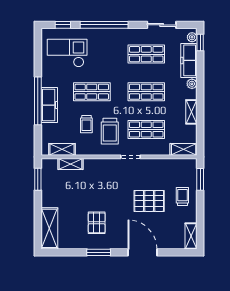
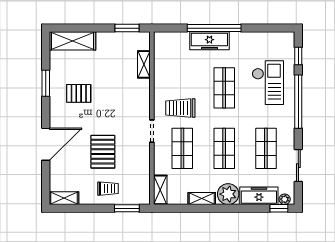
checkout: (67, 53) -> (268, 83), moved
plant: (192, 84) -> (228, 194), width x1.88, depth x1.88
trolley: (86, 124) -> (188, 82), removed
shelving: (62, 149) -> (160, 55), removed
window: (99, 252) -> (46, 83), moved

